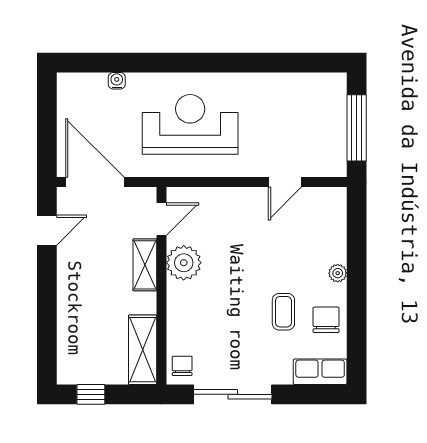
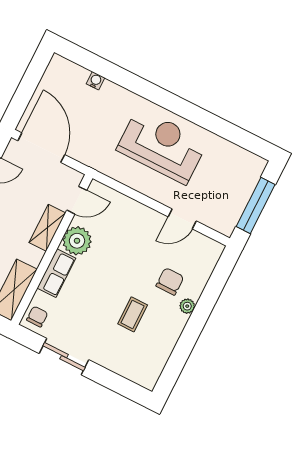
reception desk: (190, 124) -> (162, 146), moved
chair: (326, 320) -> (170, 281), moved
row of seats: (320, 372) -> (56, 273), moved, turned 90
sliding door: (233, 394) -> (64, 357), width x0.73

